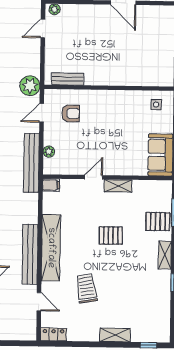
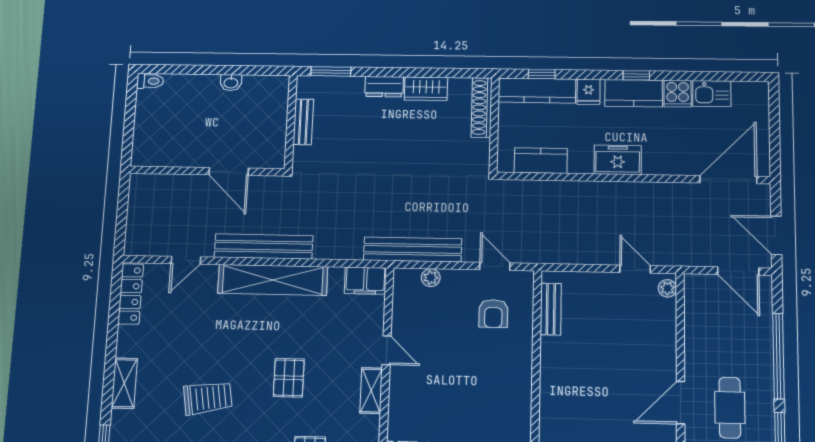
plant: (30, 86) -> (540, 248), removed
filing cabinet: (51, 185) -> (365, 281), width x2.00
trolley: (87, 288) -> (208, 398), moved
locker: (53, 334) -> (131, 294), width x1.53

